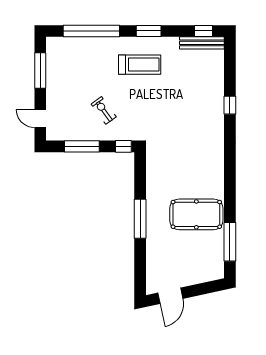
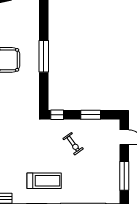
treadmill: (140, 65) -> (44, 181), turned 180
window: (82, 146) -> (91, 115), width x0.69

